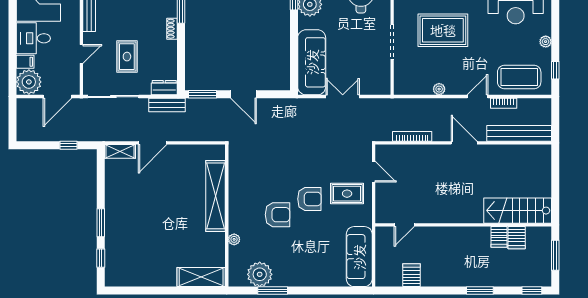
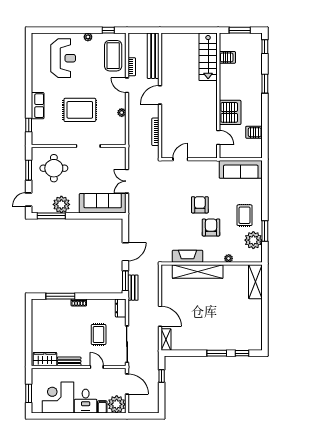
rug: (443, 30) -> (80, 110), turned 90
rug: (127, 57) -> (99, 335), turned 90
bench: (167, 105) -> (133, 288), moved
fireplace: (237, 182) -> (188, 256), added
rug: (347, 194) -> (245, 215), moved
server rack: (499, 237) -> (230, 112), moved, width x2.18, depth x1.44

